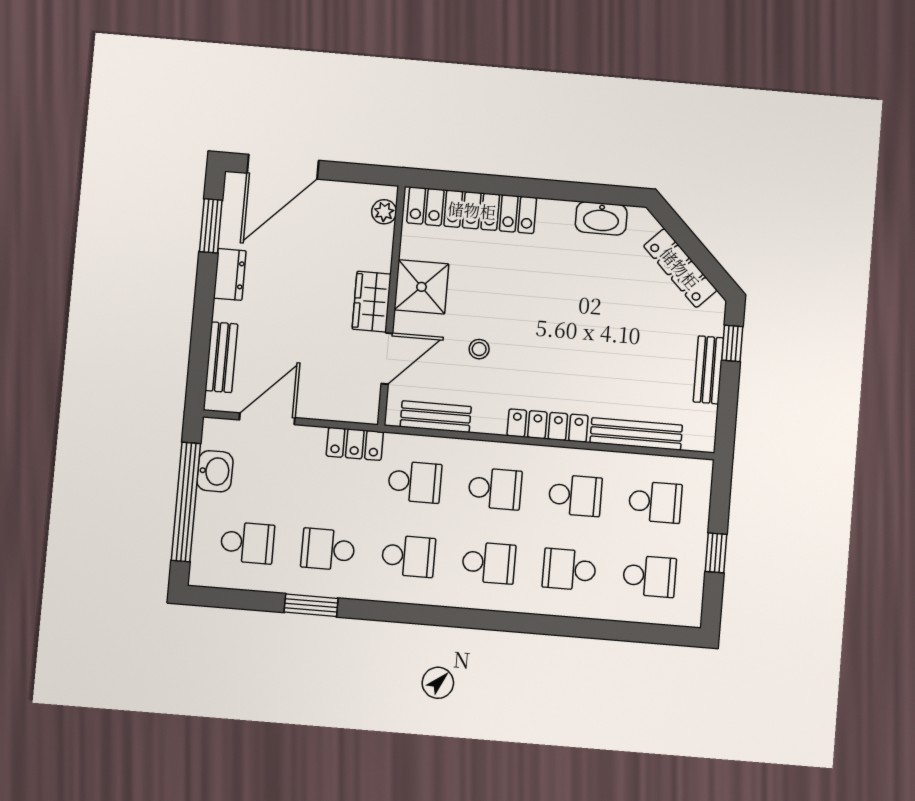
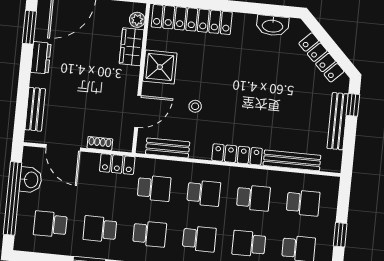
wardrobe: (372, 302) -> (132, 47), moved
bench: (708, 370) -> (338, 121), width x1.36
shoe rack: (326, 411) -> (100, 143), added
door: (267, 419) -> (63, 148), swing flipped
school desk: (247, 543) -> (50, 224), turned 180

